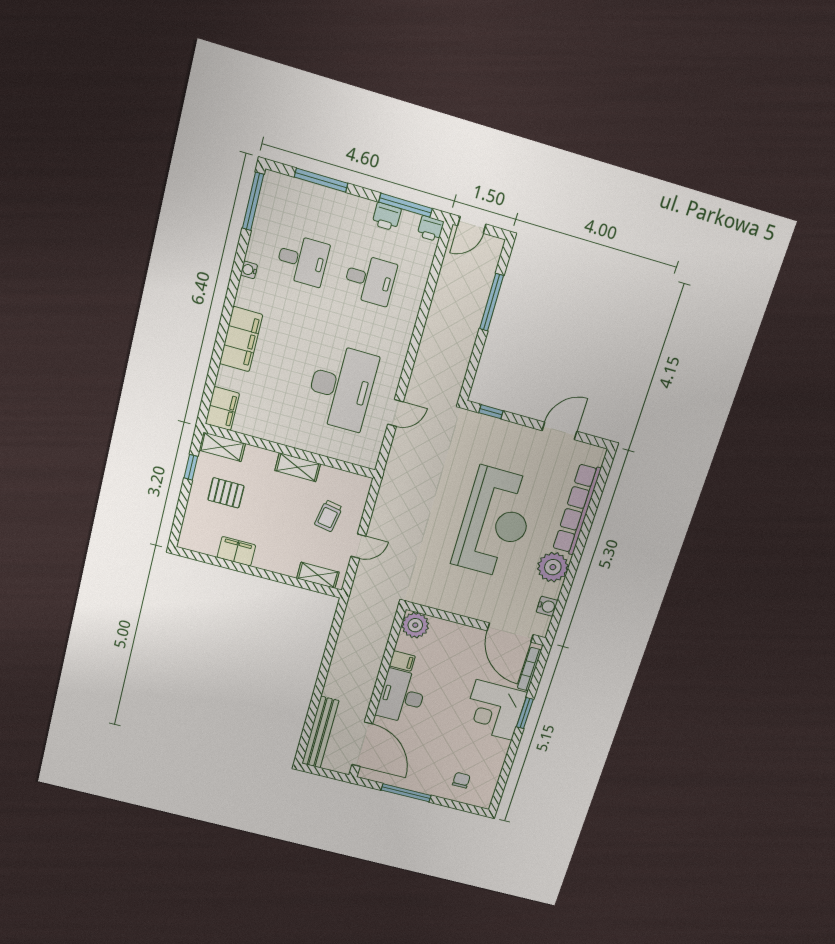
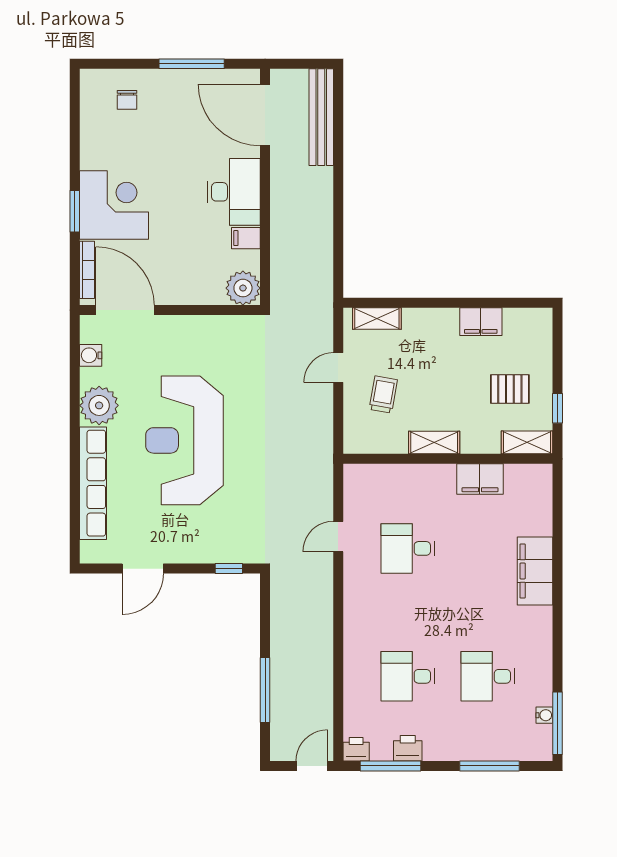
water cooler: (249, 270) -> (544, 715), moved
desk: (341, 387) -> (408, 548), width x0.53, depth x0.77
filing cabinet: (222, 409) -> (480, 479), moved, turned -90

